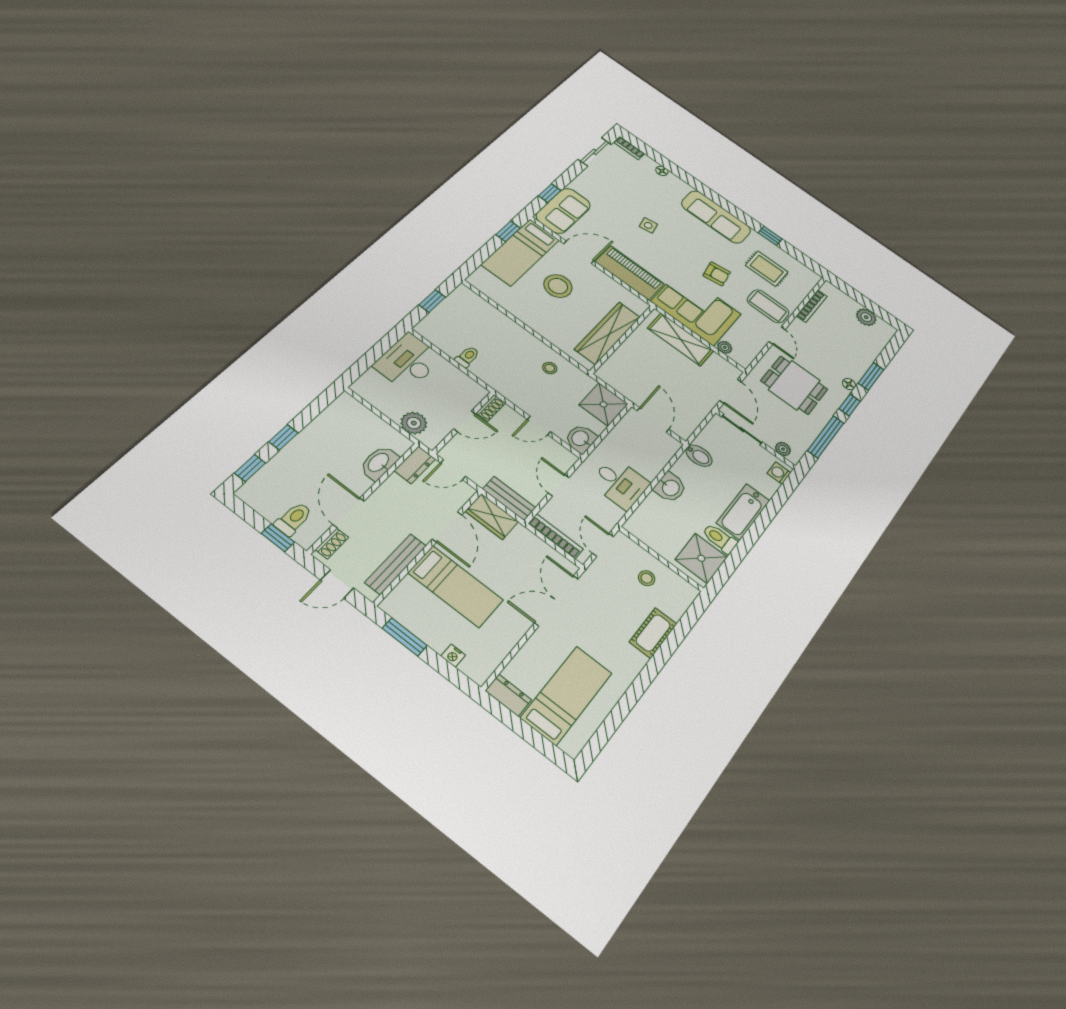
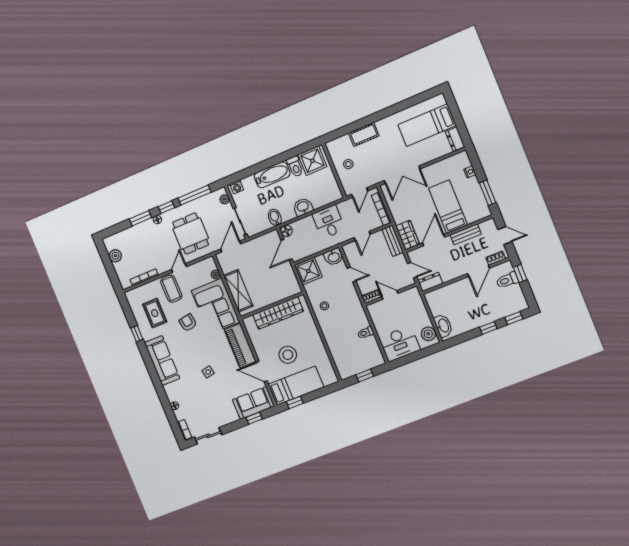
plant: (414, 423) -> (428, 334), moved
floor lamp: (671, 445) -> (286, 231), added
washbasin: (379, 463) -> (443, 326), moved, turned -90
bench: (396, 564) -> (466, 234), width x0.73

